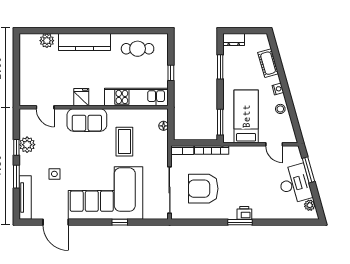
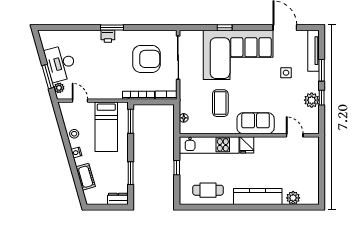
fridge: (81, 97) -> (247, 145), moved
plant: (310, 205) -> (59, 88), moved

